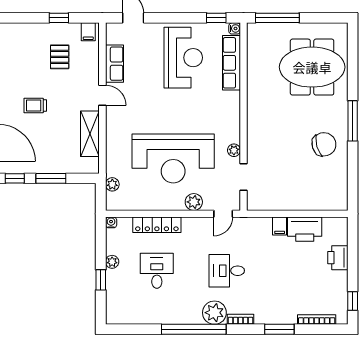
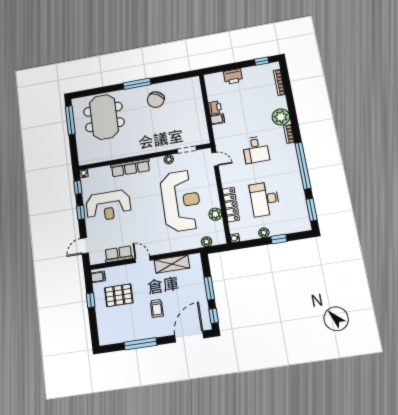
window: (180, 18) -> (81, 212), added
window: (277, 18) -> (70, 120), moved
pallet: (60, 57) -> (119, 295), width x1.50, depth x1.42
reception desk: (183, 58) -> (108, 206), turned 180
row of seats: (231, 63) -> (130, 168), moved
door: (102, 95) -> (143, 259), hinge flipped
chair: (324, 144) -> (156, 100), turned -132
plant: (194, 202) -> (215, 214), moved
printer: (305, 229) -> (215, 108), width x0.53, depth x0.68
desk: (157, 271) -> (265, 199), width x1.37
plant: (214, 313) -> (281, 117), moved
window: (279, 329) -> (312, 210), moved

